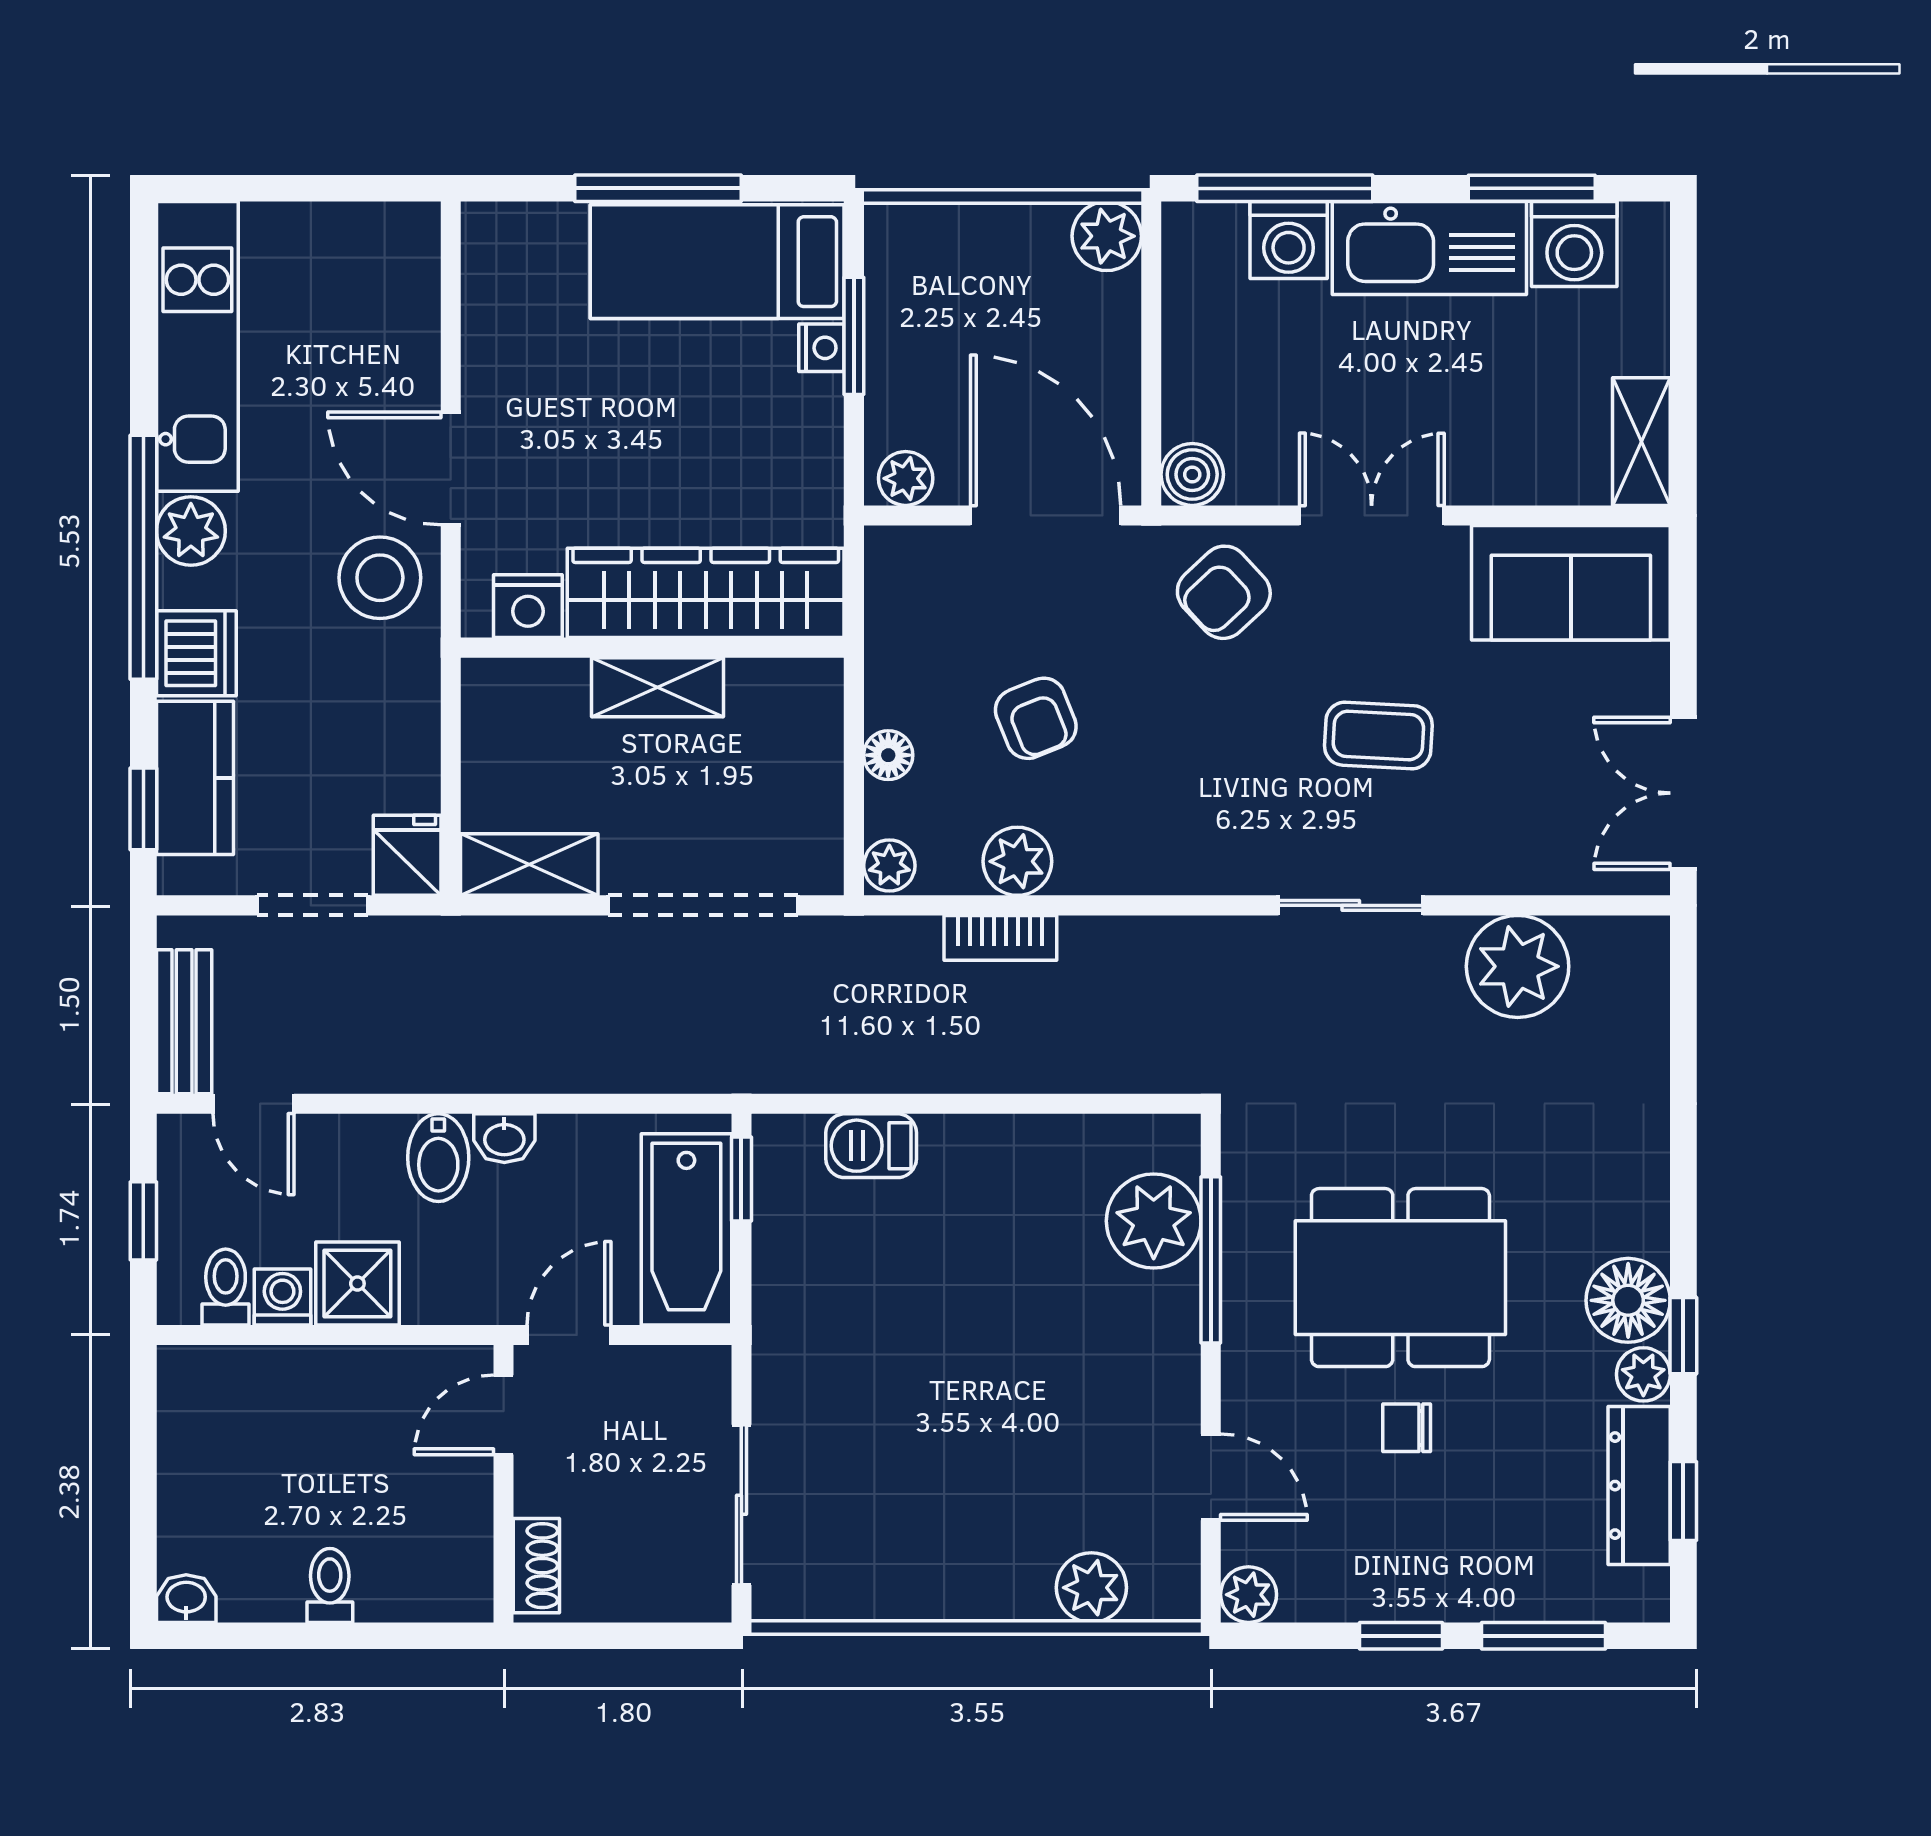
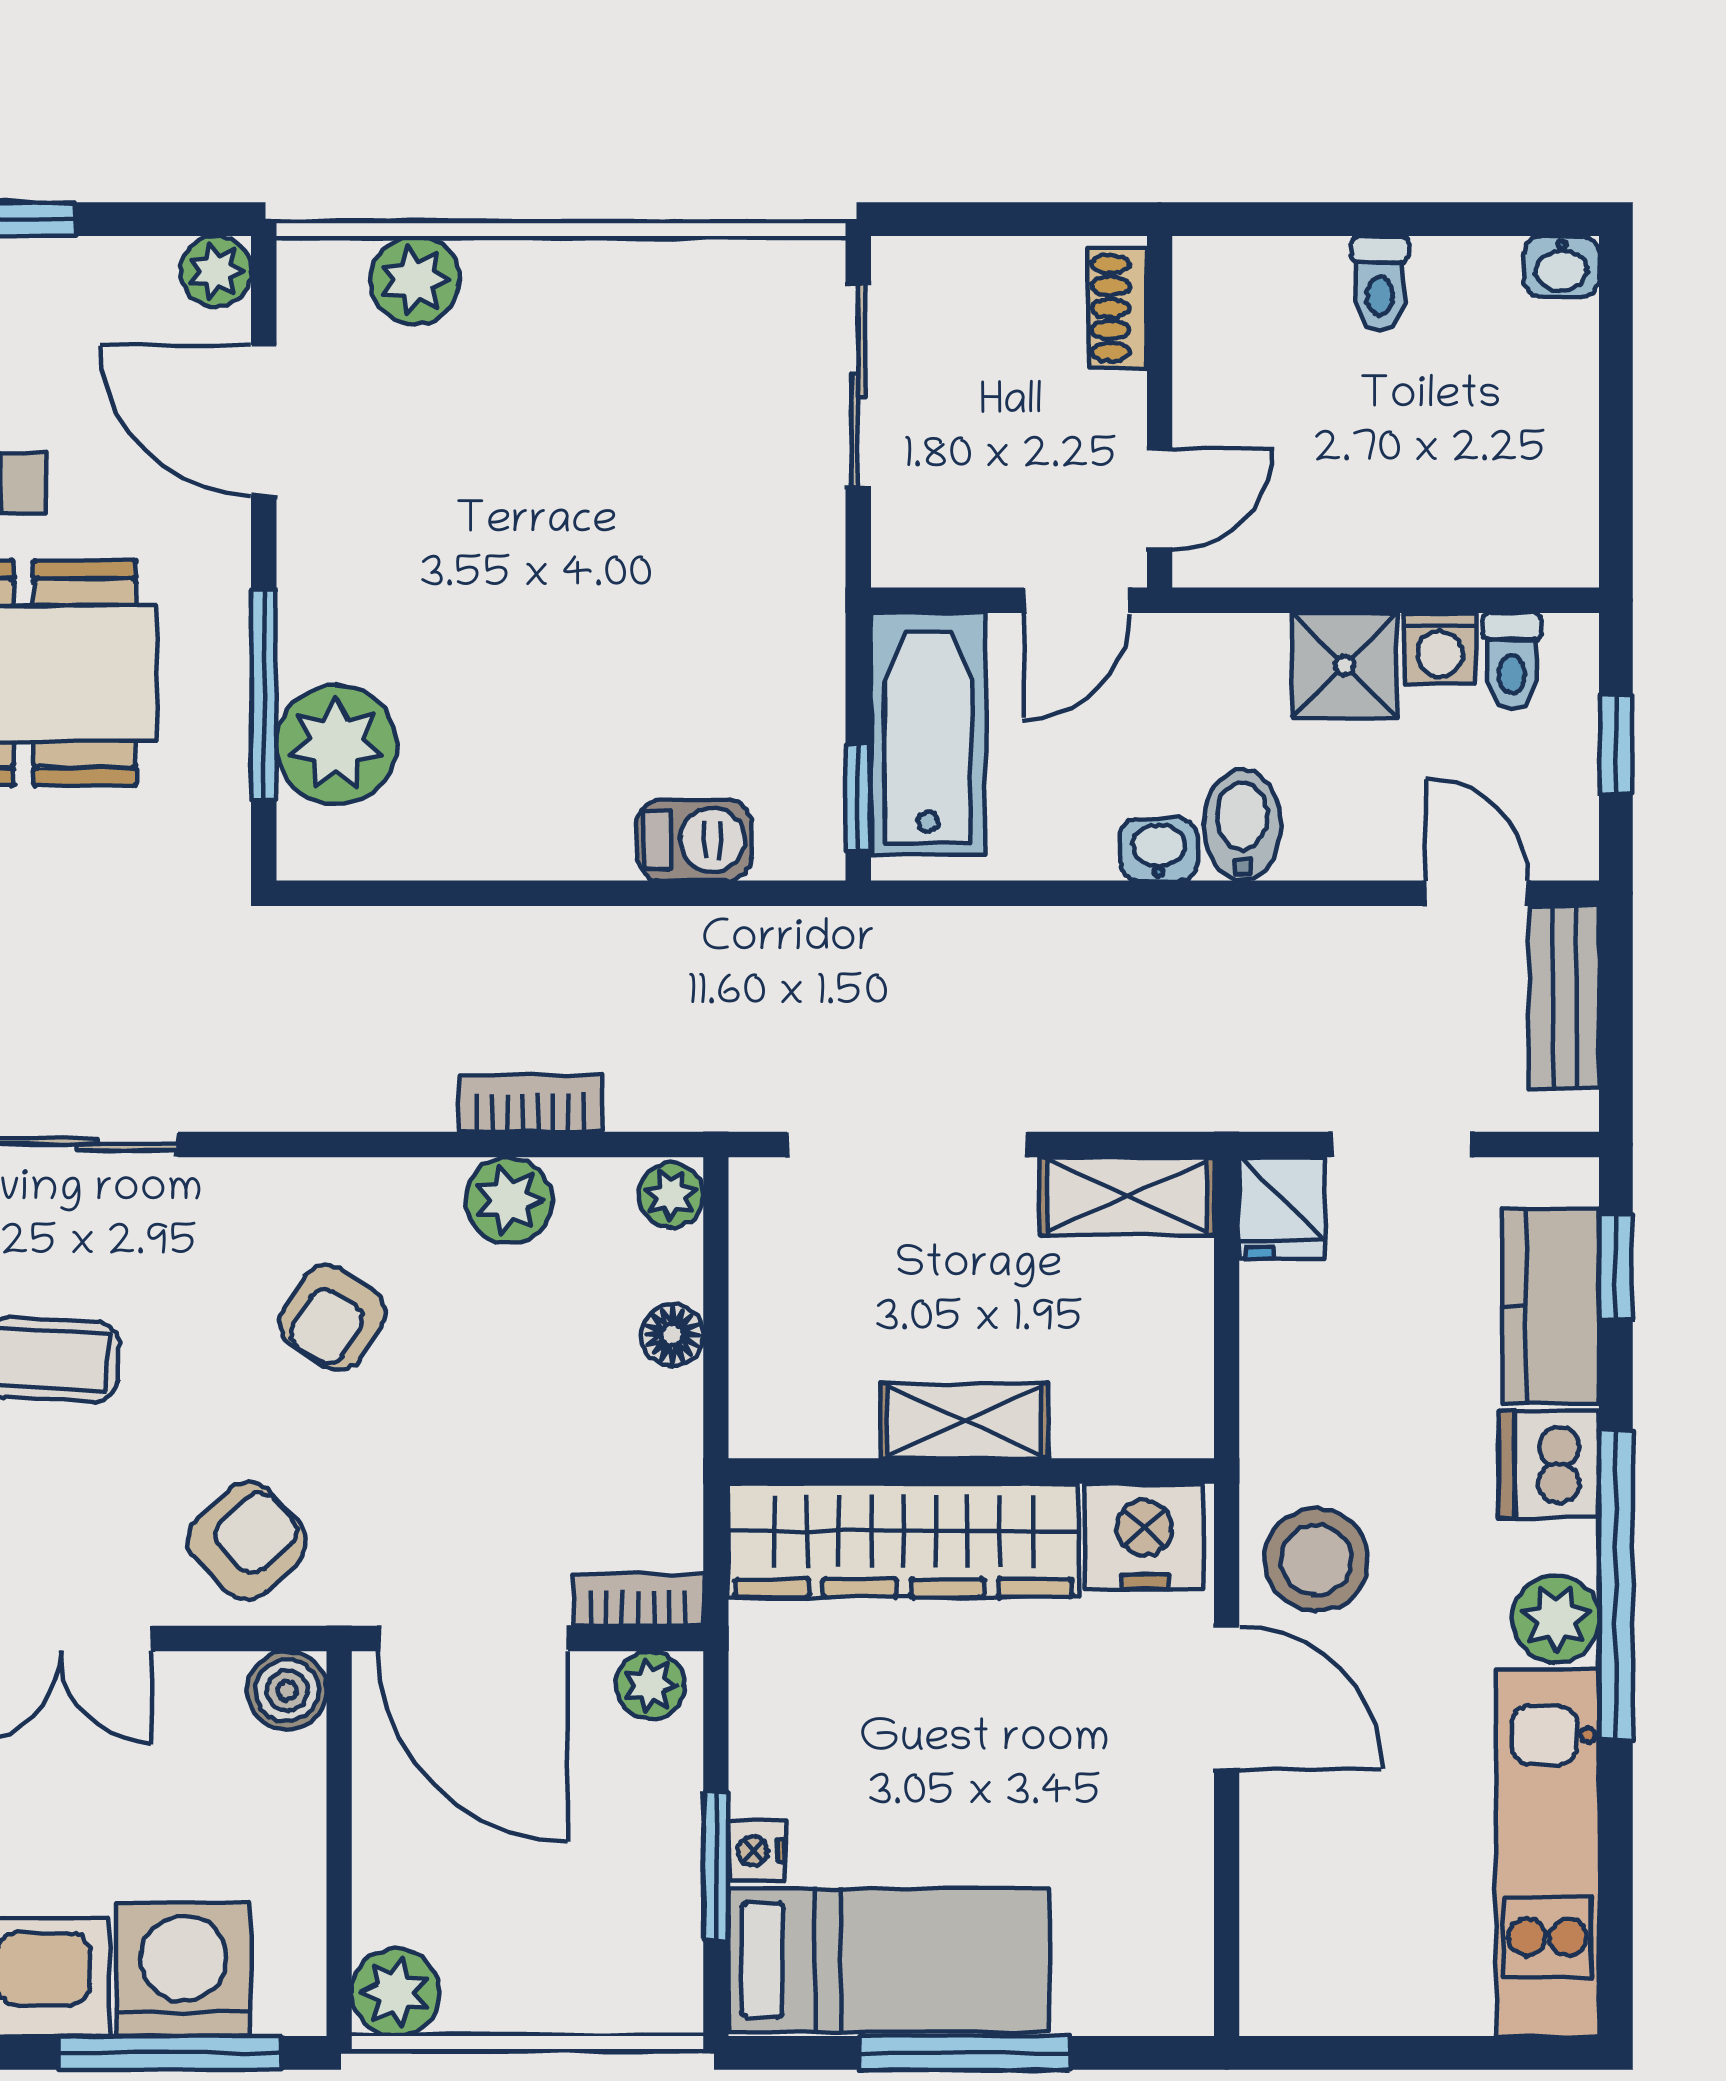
washing machine: (1289, 240) -> (183, 1969), width x1.37, depth x1.37
bookcase: (915, 546) -> (638, 1600), added
nightstand: (528, 606) -> (1144, 1536), width x1.36, depth x1.33
armchair: (1036, 718) -> (333, 1317), moved, turned -125
door: (1211, 1477) -> (264, 420), width x1.38

